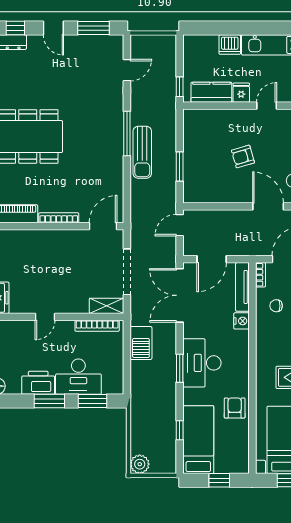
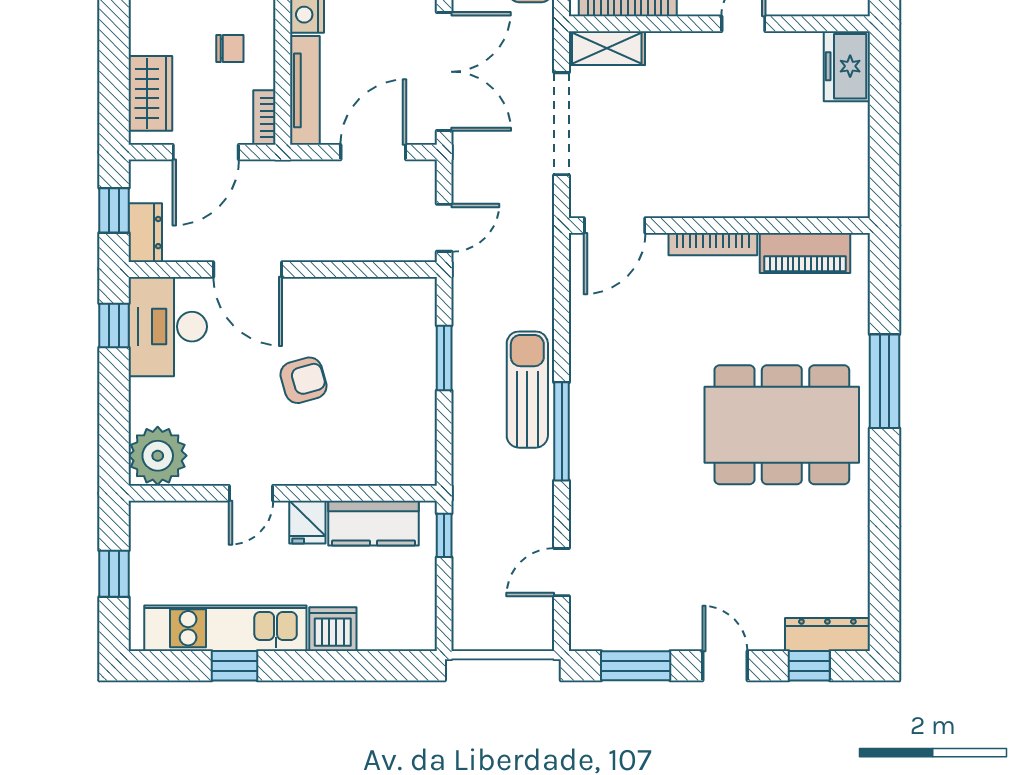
window: (274, 28) -> (235, 666), added

